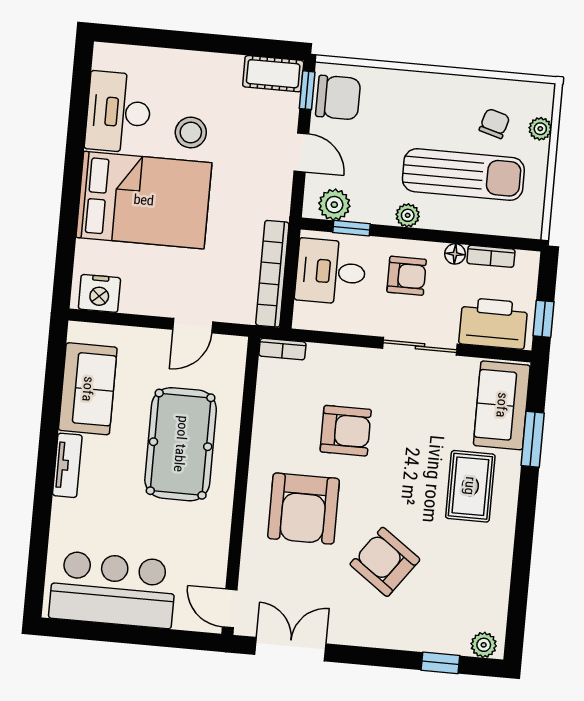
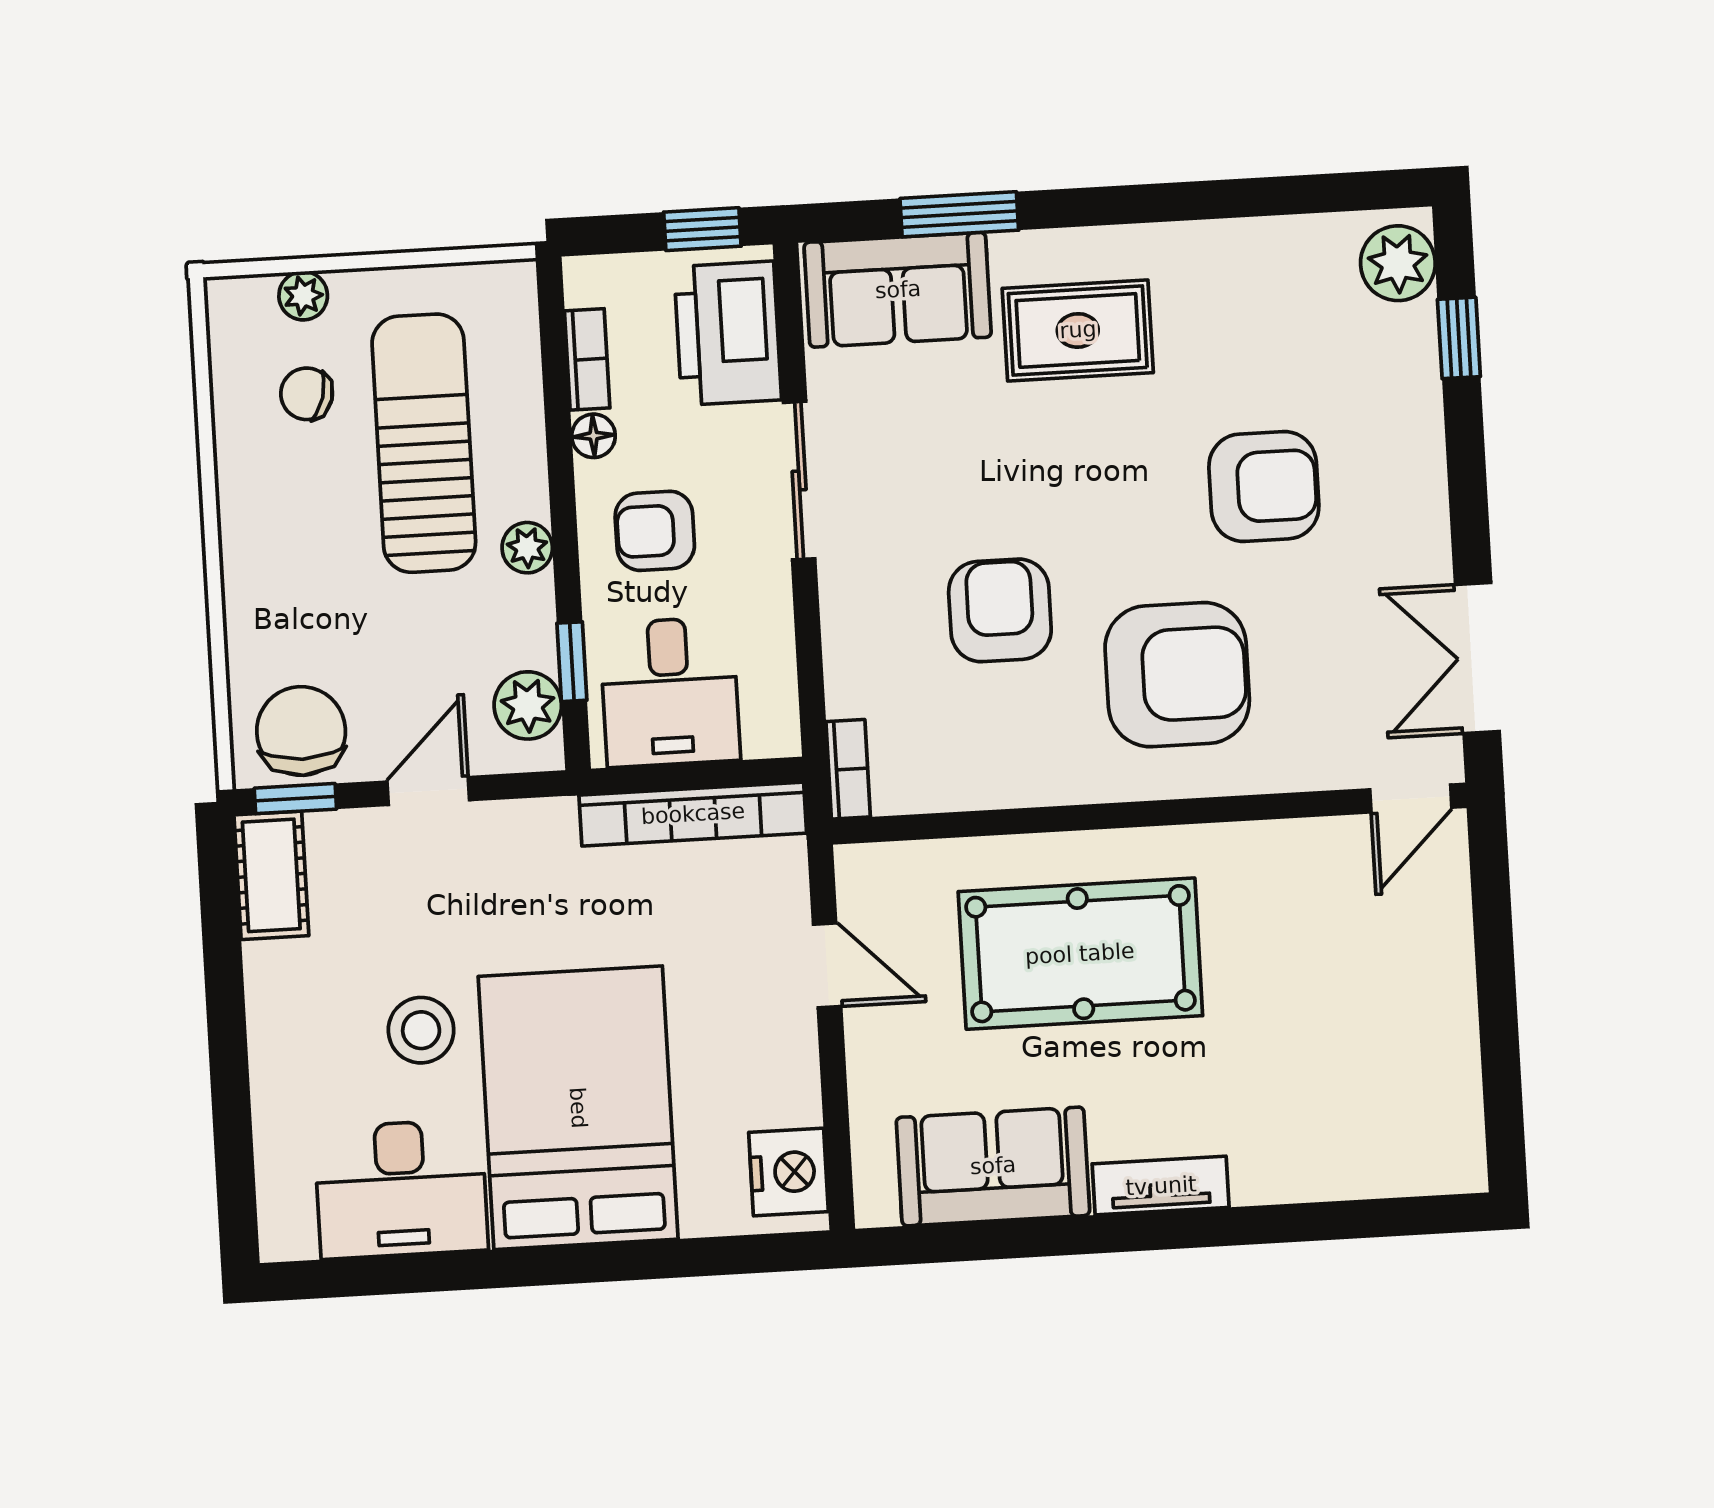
armchair: (407, 276) -> (655, 531), turned -90
armchair: (385, 562) -> (1264, 486), turned -126
bar counter: (113, 590) -> (1408, 1051), removed
plant: (484, 645) -> (1398, 263), width x1.38, depth x1.38

